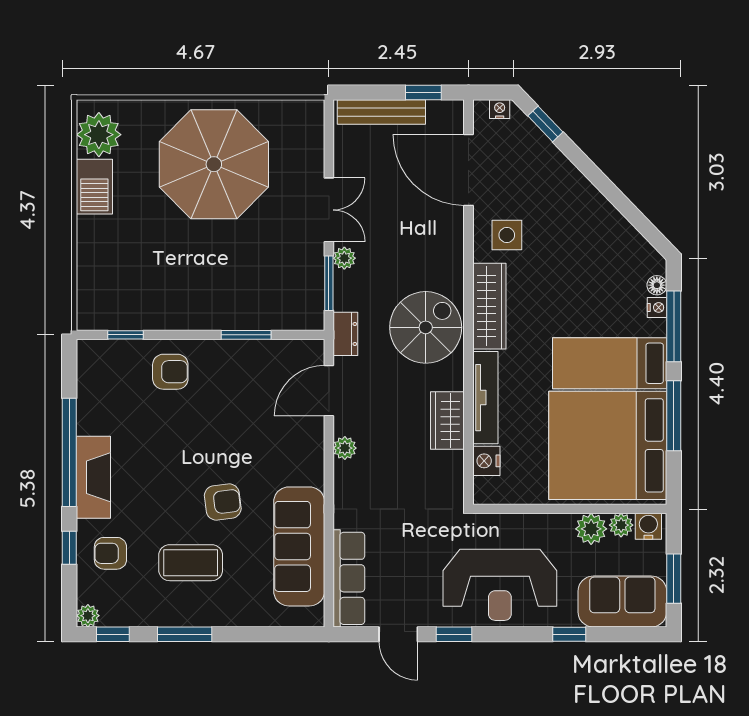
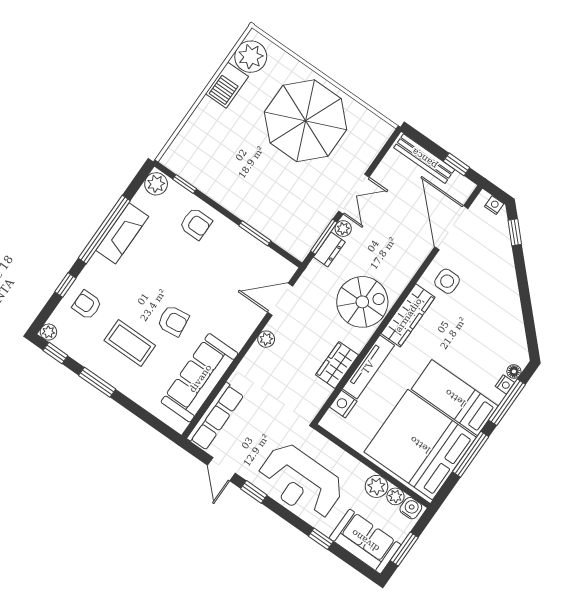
dresser: (345, 334) -> (329, 249), moved
plant: (92, 358) -> (156, 184), added
fireplace: (93, 477) -> (122, 233), moved

